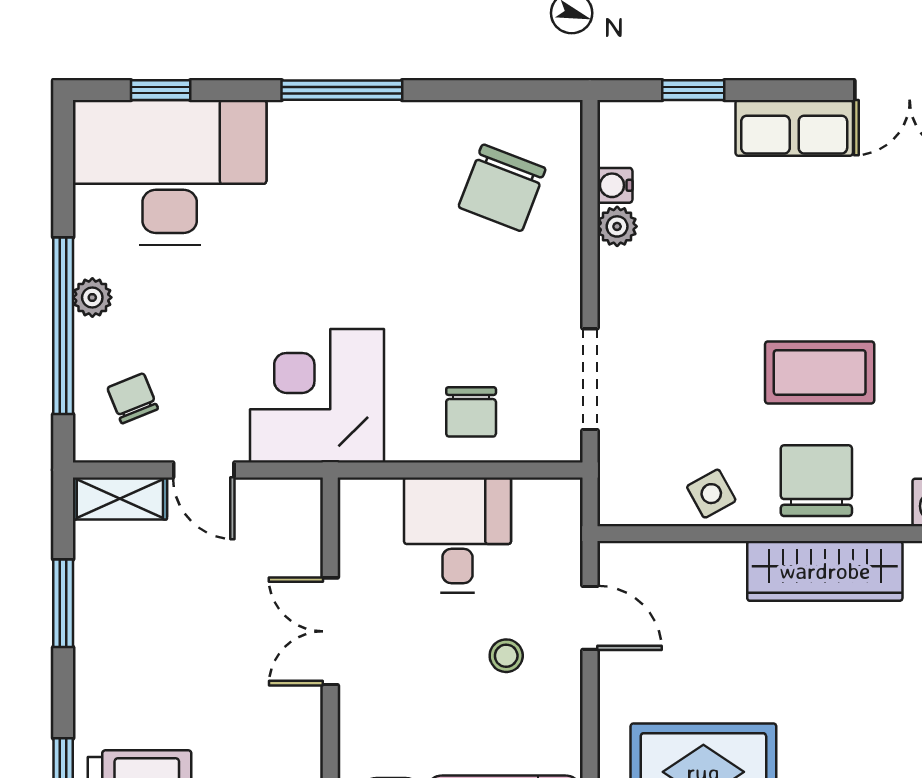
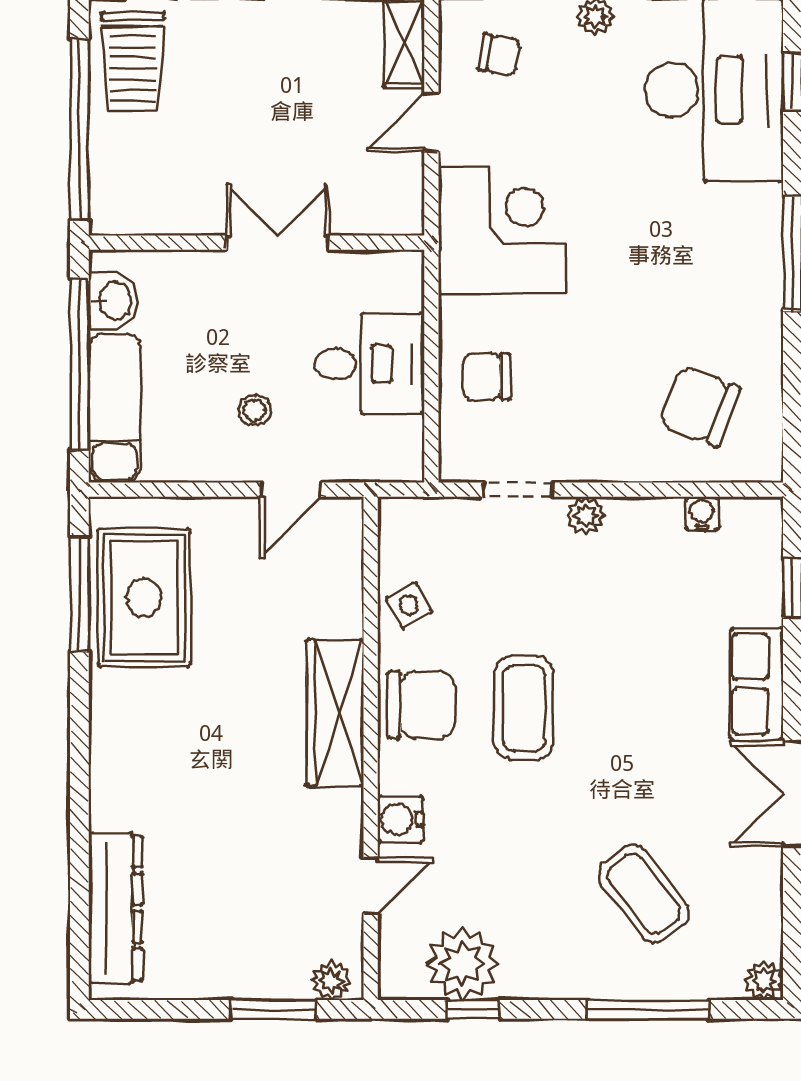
plant: (617, 226) -> (586, 515), moved
doorway: (590, 379) -> (518, 490), width x0.73
chair: (133, 398) -> (499, 55), turned 32

